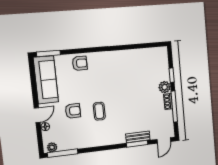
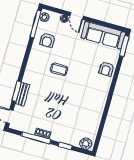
plant: (165, 87) -> (86, 144), moved
armchair: (73, 111) -> (47, 40), moved

